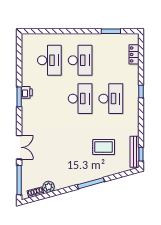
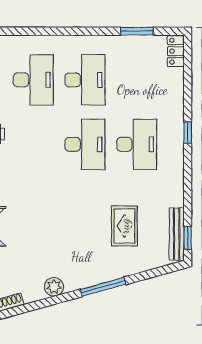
locker: (134, 54) -> (176, 51), moved
rug: (104, 147) -> (124, 226), turned 90
plant: (49, 187) -> (54, 287), moved

